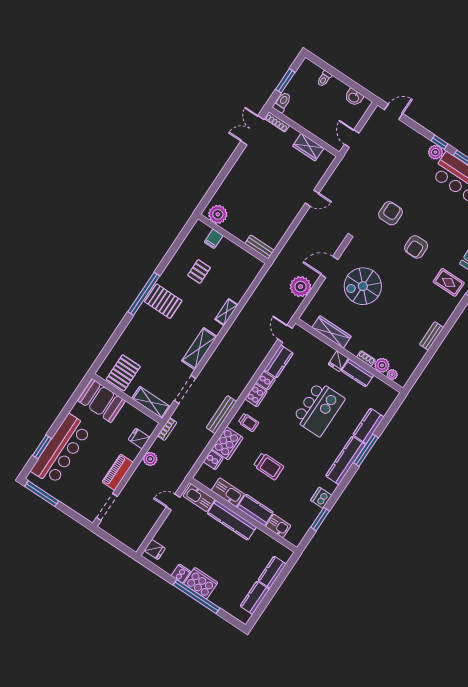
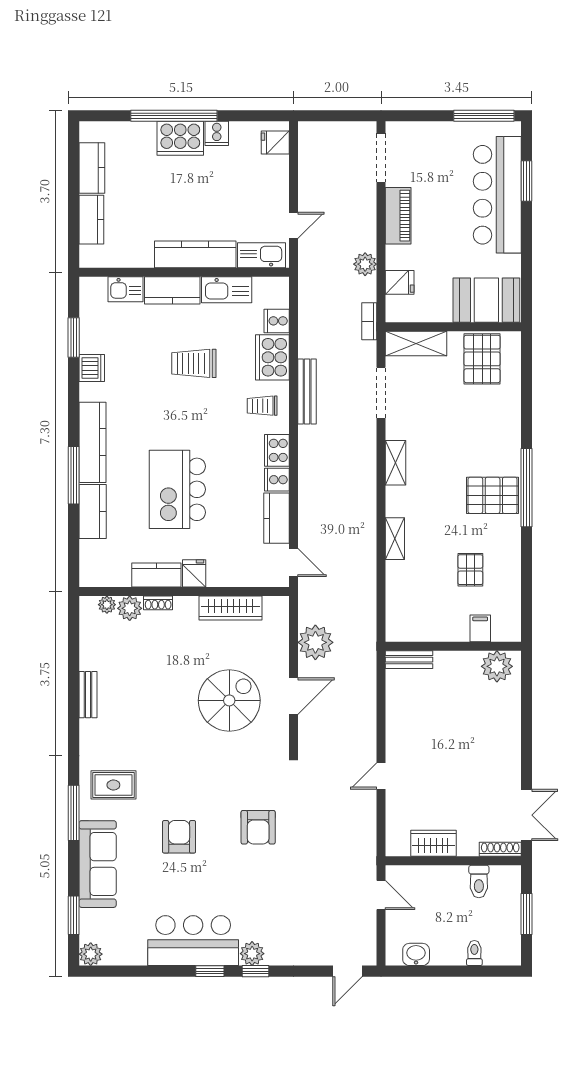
toilet: (282, 102) -> (479, 881), moved
armchair: (416, 247) -> (179, 837), moved
shelving: (199, 349) -> (395, 463), width x0.67, depth x0.75

